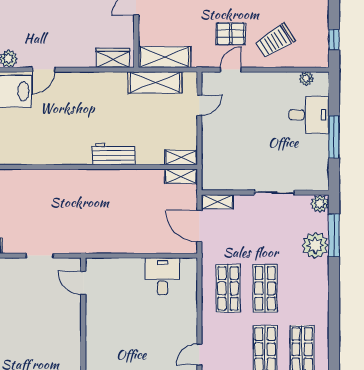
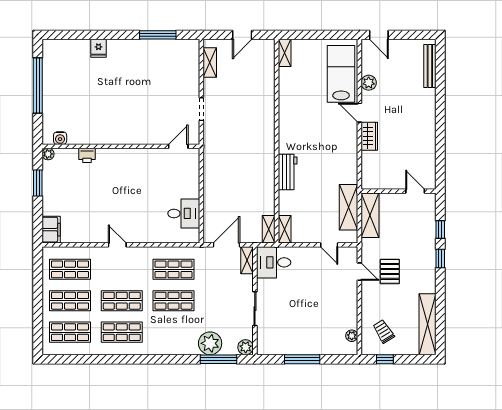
trolley: (275, 41) -> (384, 331), moved, width x0.73, depth x0.72
wardrobe: (113, 58) -> (369, 136), moved
desk: (309, 115) -> (274, 262), moved, turned 90

